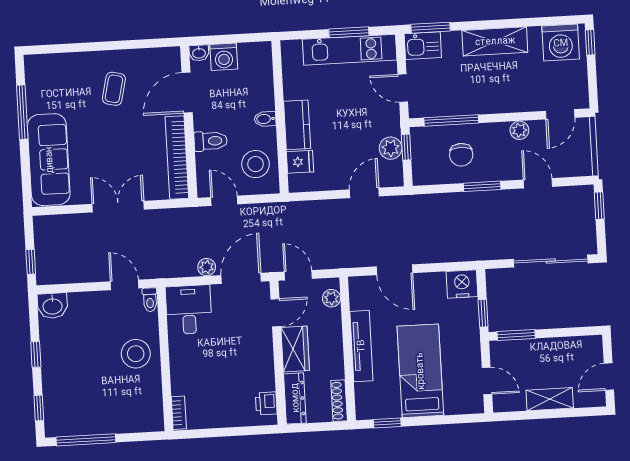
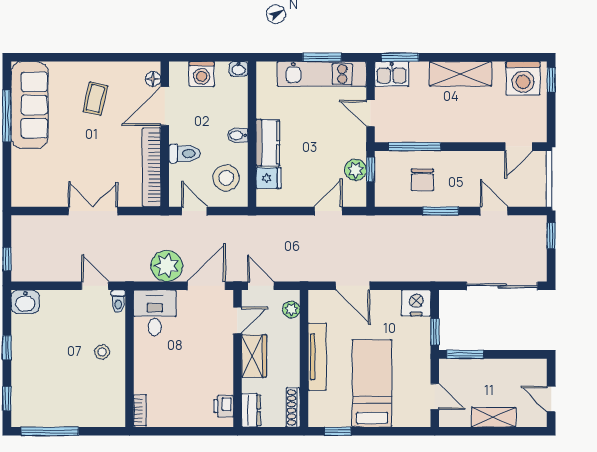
washbasin: (199, 53) -> (239, 69), moved
floor lamp: (173, 65) -> (153, 79), added
plant: (519, 130) -> (479, 160), removed
sofa: (49, 160) -> (30, 105), moved
plant: (207, 267) -> (167, 266), width x1.87, depth x1.87
stool: (136, 354) -> (102, 352), width x0.53, depth x0.53
door: (609, 377) -> (551, 399), hinge flipped
dresser: (295, 398) -> (251, 410), width x0.70

